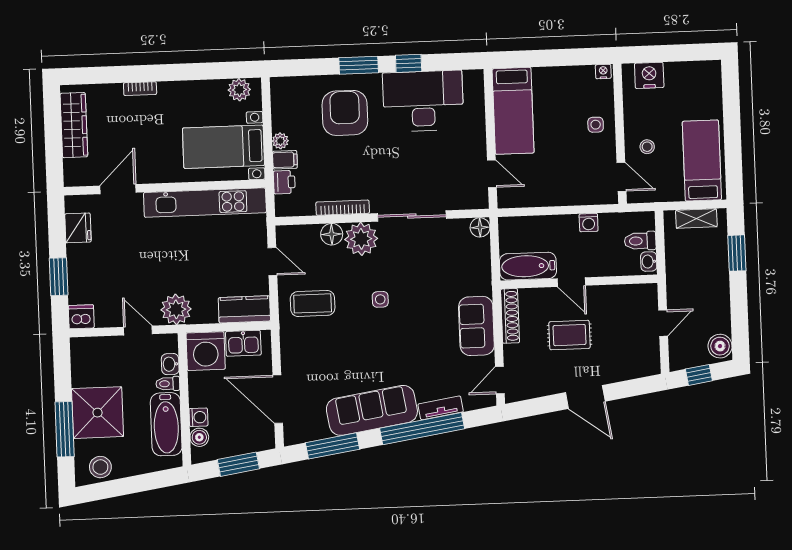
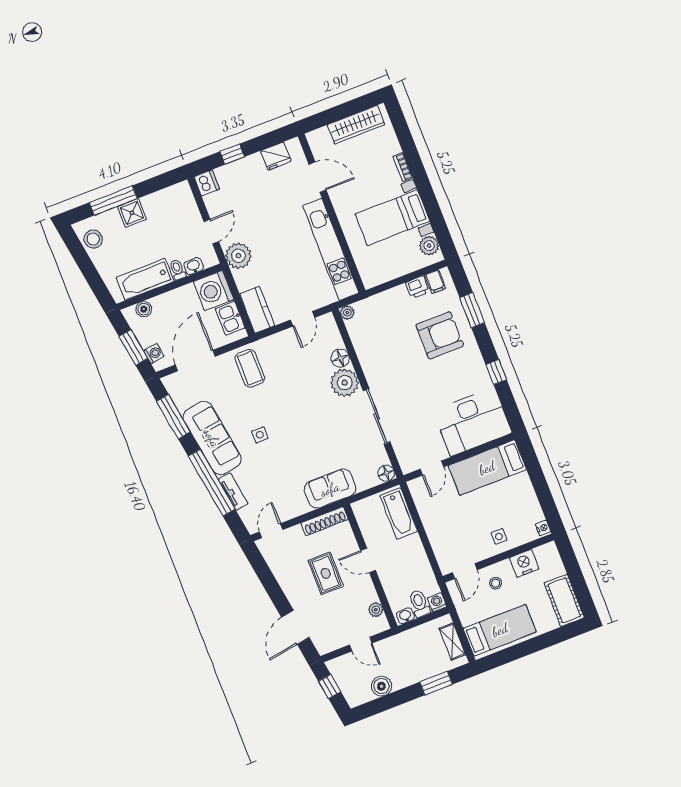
window: (359, 65) -> (472, 310), moved
nightstand: (649, 75) -> (524, 563), moved, turned -90
cot: (693, 76) -> (564, 600), added
desk: (423, 101) -> (472, 422), moved, turned 90
plant: (280, 141) -> (347, 313), moved
bed with nightstands: (223, 147) -> (392, 218), moved, turned -90
filing cabinet: (285, 160) -> (435, 282), moved
printer: (284, 182) -> (417, 287), moved
bookcase: (343, 208) -> (364, 359), removed
washing machine: (589, 223) -> (437, 602), moved, turned 90
bathtub: (528, 266) -> (399, 513), moved, turned 180
window: (59, 277) -> (232, 154), width x0.67
door: (571, 282) -> (368, 560), hinge flipped
plant: (630, 293) -> (376, 610), added
side table: (380, 299) -> (260, 435), moved
coffee table: (313, 303) -> (250, 368), moved
sofa: (476, 326) -> (330, 489), moved
boiler: (720, 346) -> (382, 686), moved
door: (500, 380) -> (271, 531), hinge flipped
door: (585, 397) -> (295, 627), moved
shower: (98, 413) -> (132, 213), width x0.54, depth x0.54
washing machine: (198, 417) -> (154, 353), moved, turned -99

